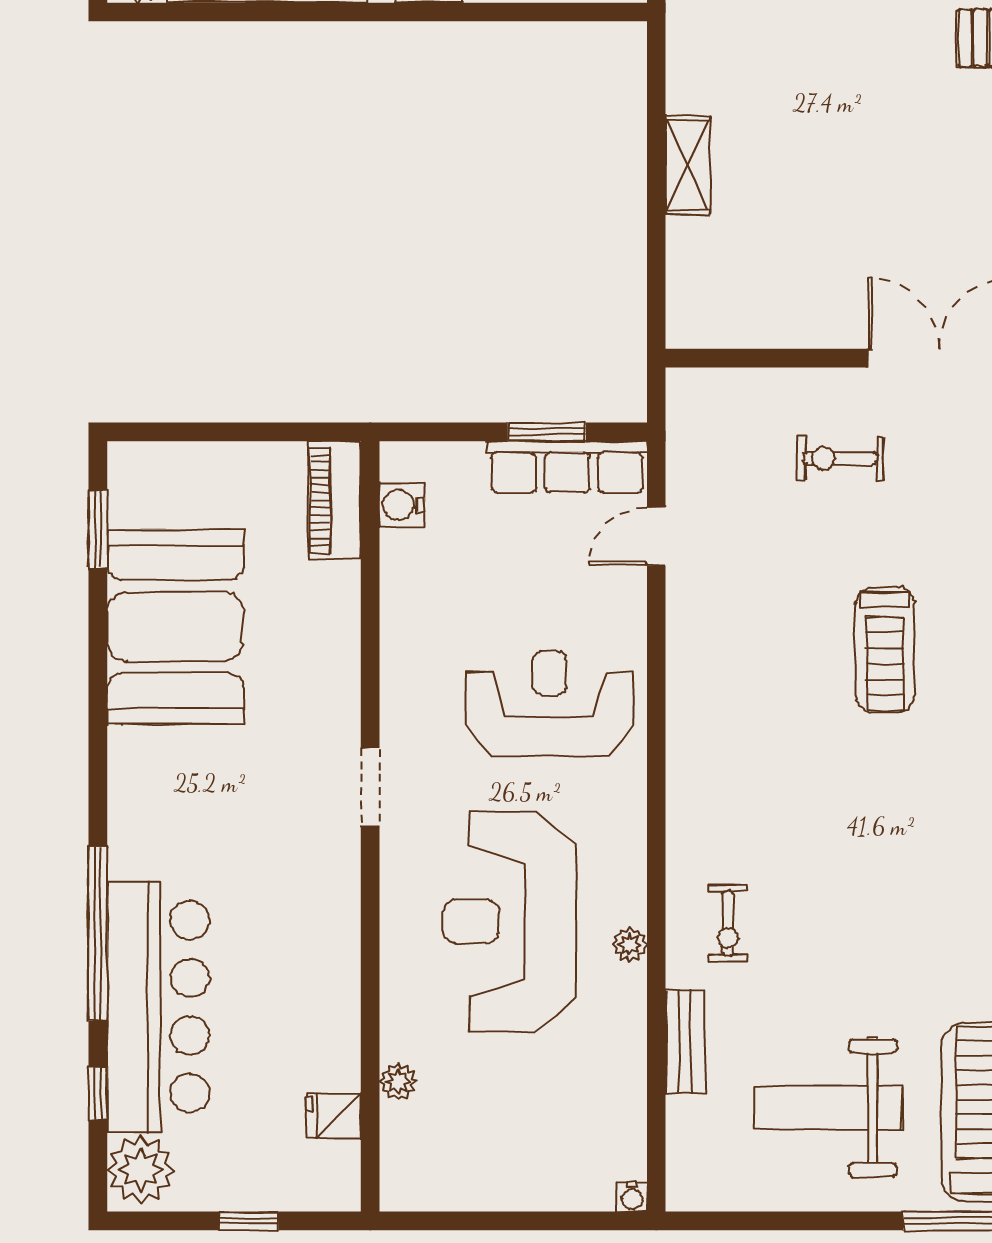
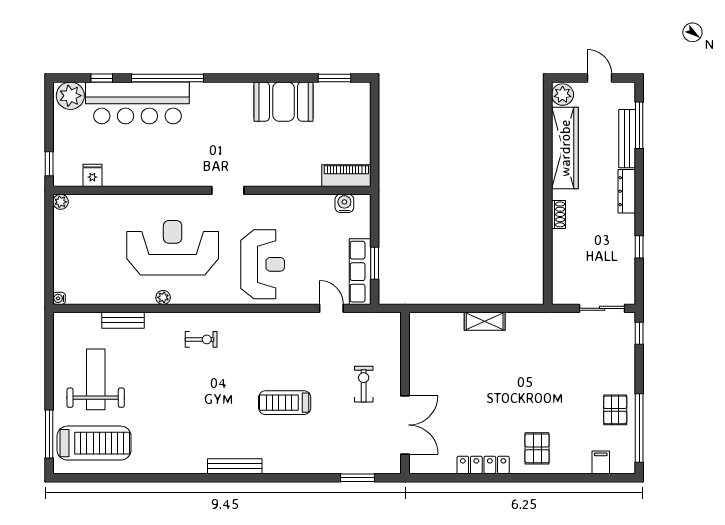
booth: (175, 627) -> (284, 102), width x0.73, depth x0.70
exercise bike: (728, 923) -> (201, 339), moved, turned 180
plant: (398, 1082) -> (61, 202), moved
window: (249, 1221) -> (49, 164), moved

